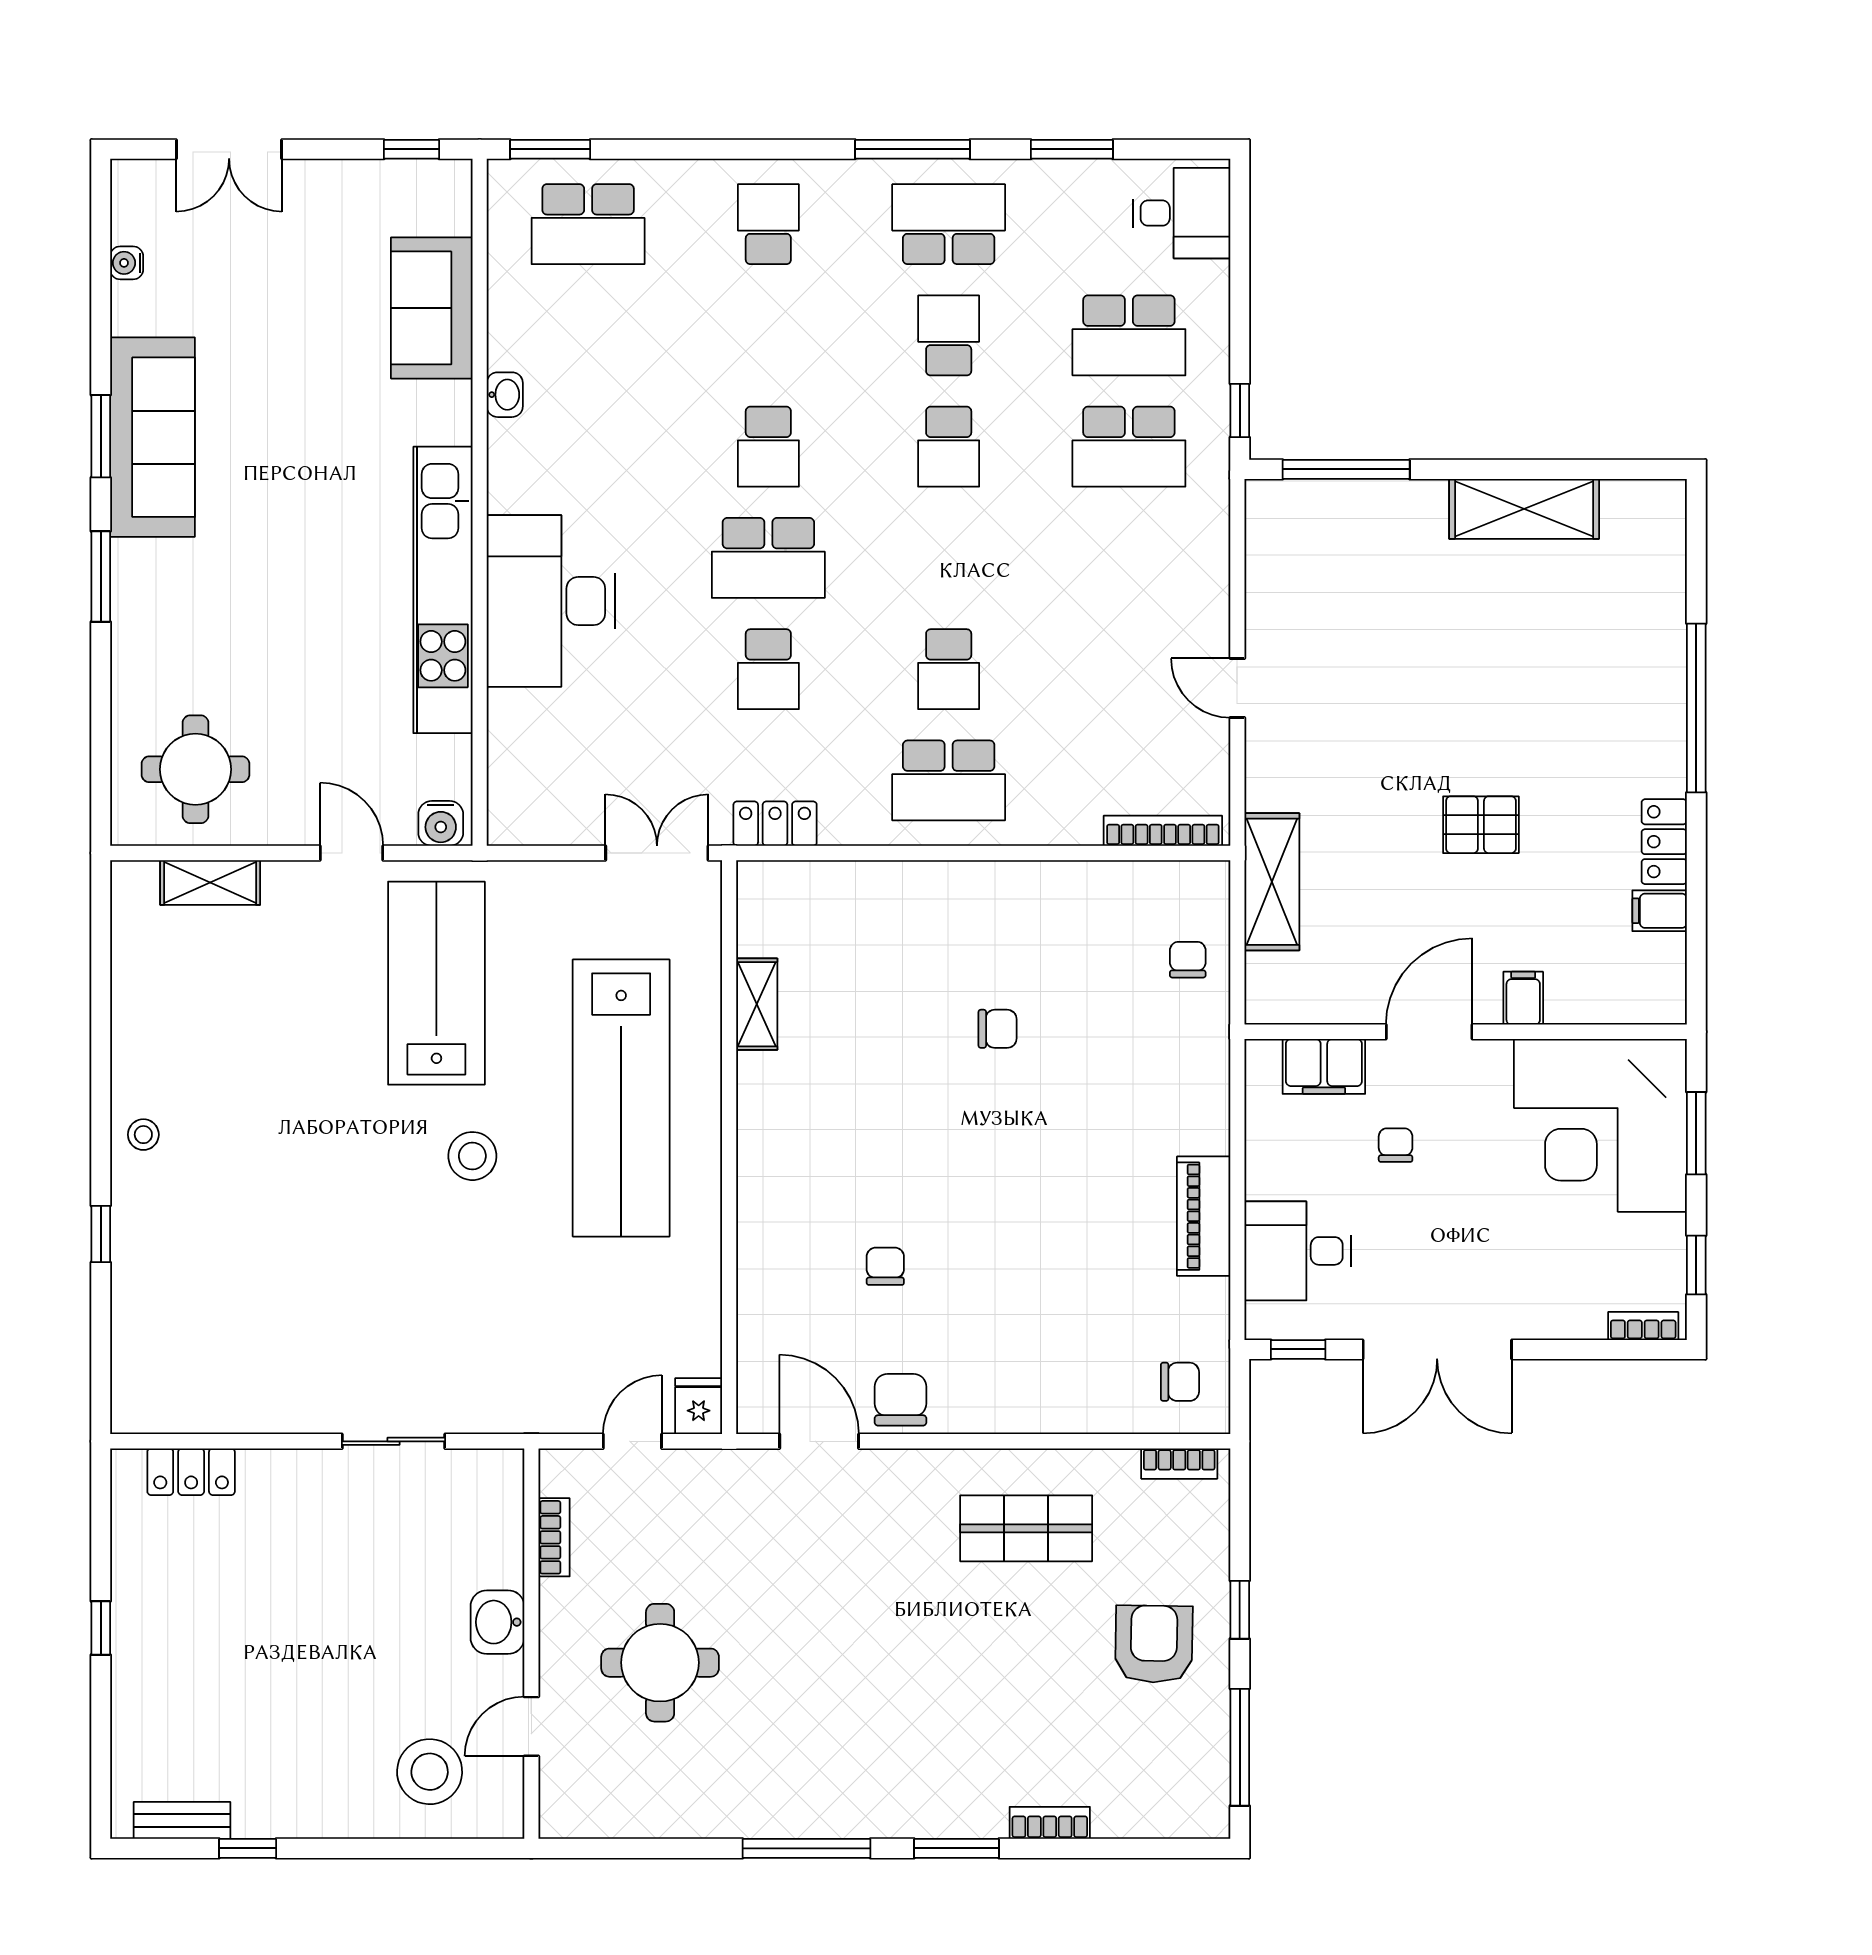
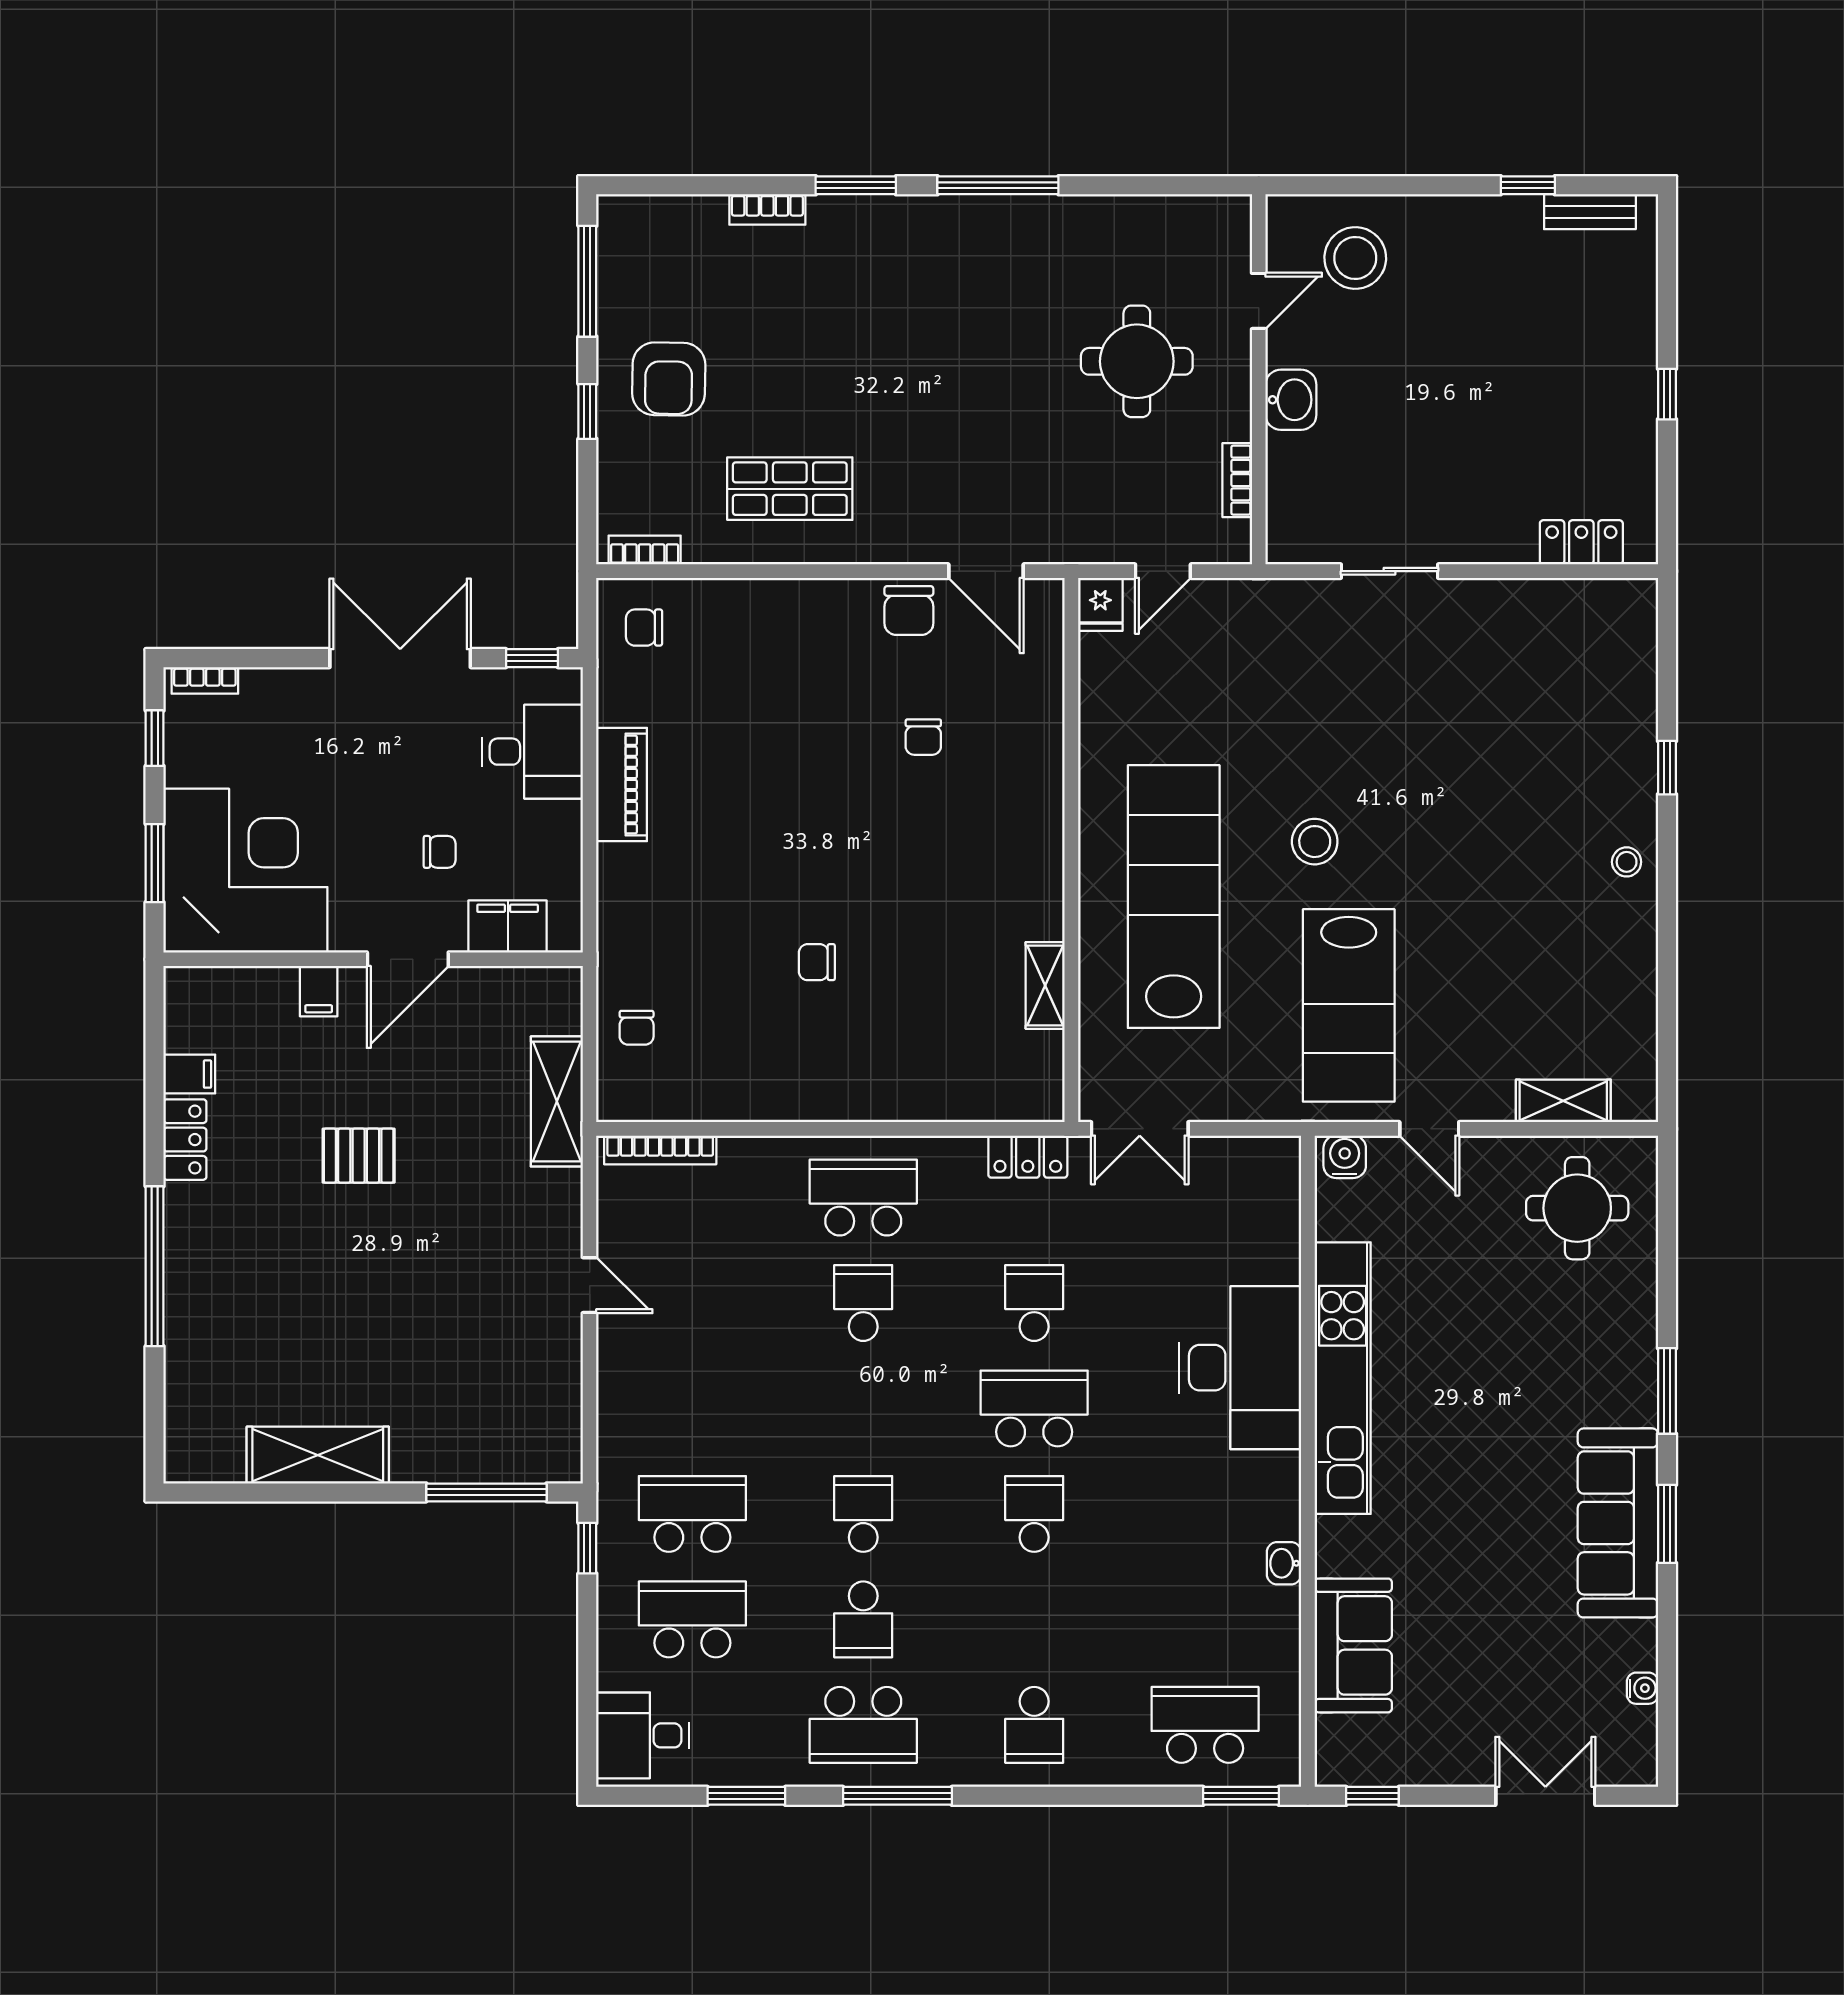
chair: (1396, 1145) -> (440, 852), turned -90

